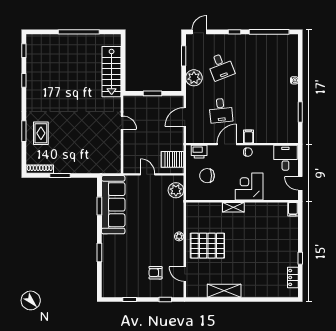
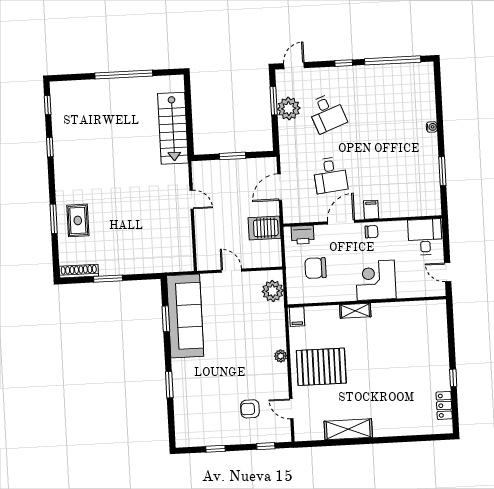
plant: (194, 78) -> (289, 109), moved
server rack: (172, 159) -> (265, 228), moved
filing cabinet: (293, 209) -> (297, 317), moved

